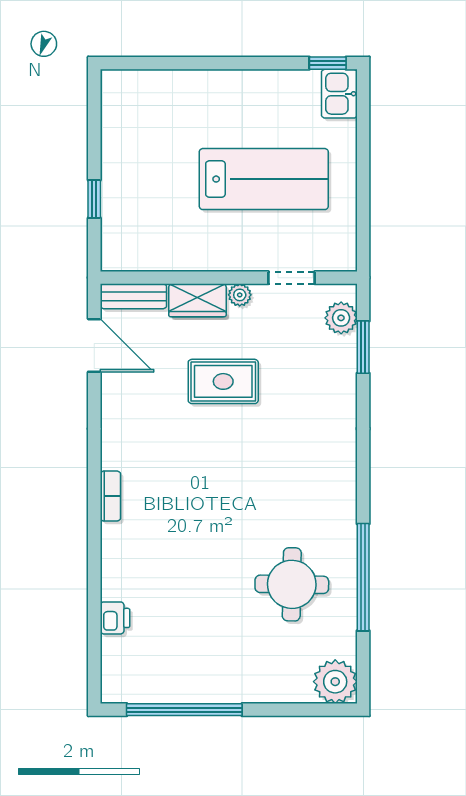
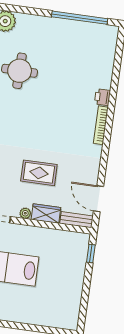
window: (94, 199) -> (91, 253), moved
bookcase: (110, 496) -> (101, 125), width x1.56
printer: (115, 618) -> (102, 97), moved

